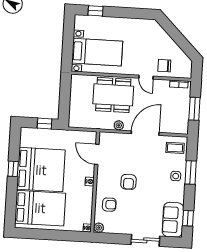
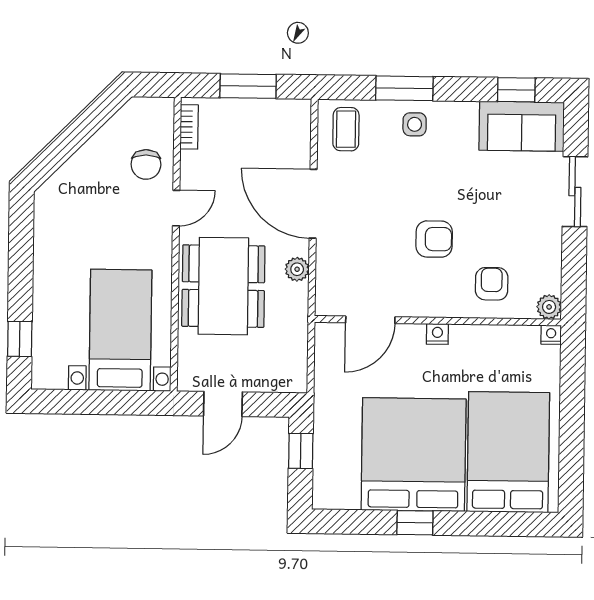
door: (65, 93) -> (223, 404), added

